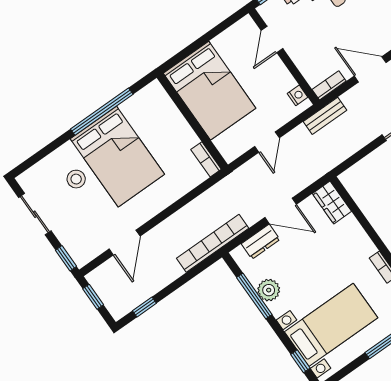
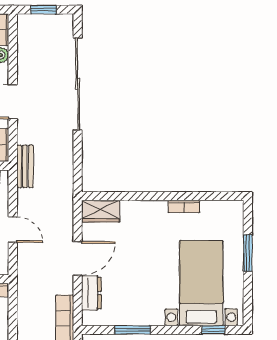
plant: (269, 290) -> (136, 314), removed
window: (254, 296) -> (133, 330), width x0.69

